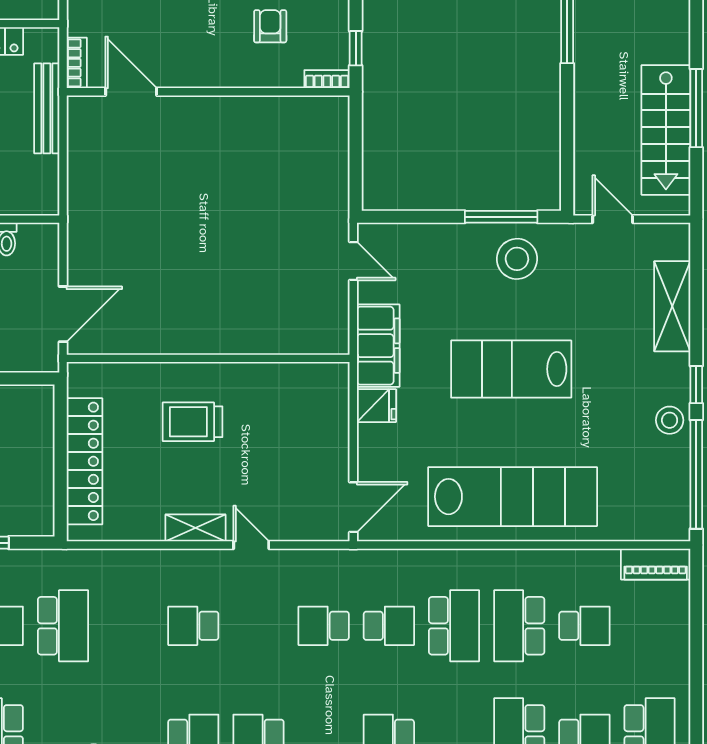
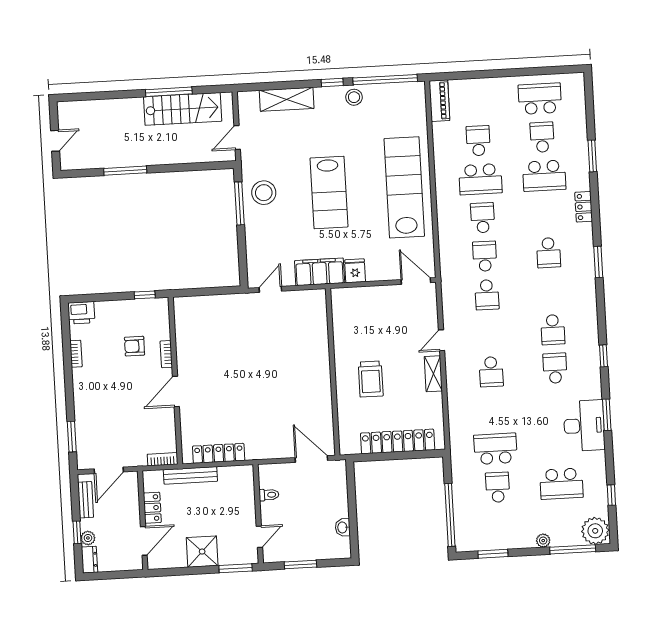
bookcase: (327, 79) -> (166, 354), moved
door: (131, 92) -> (176, 391), moved
locker: (81, 158) -> (219, 453), added
school desk: (454, 626) -> (483, 218), width x0.54

